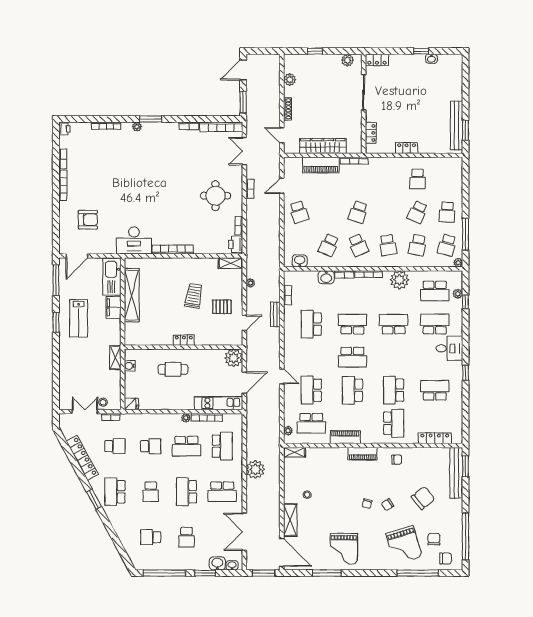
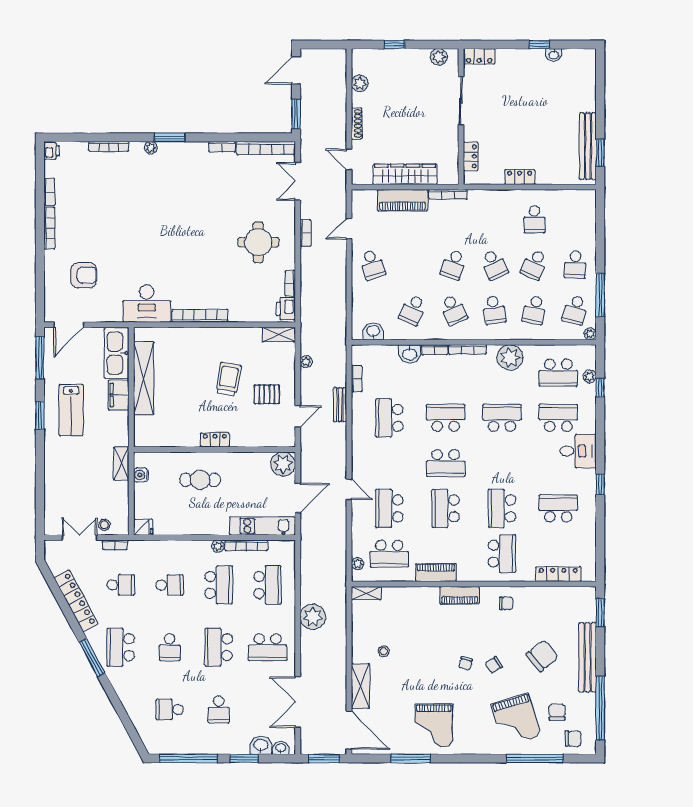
school desk: (388, 212) -> (494, 265), added
school desk: (186, 446) -> (219, 585), turned -90
bench: (456, 473) -> (588, 657), moved
window: (94, 499) -> (92, 658), width x1.44

